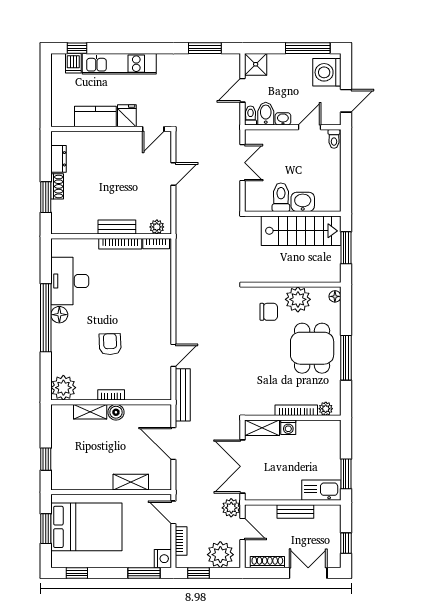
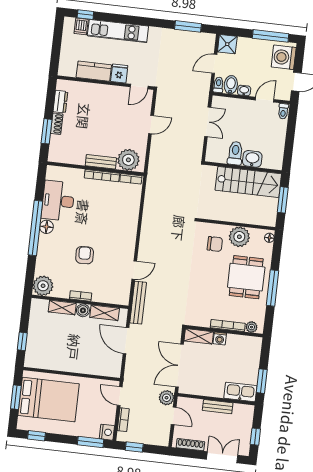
plant: (157, 227) -> (128, 160), width x1.88, depth x1.88
shelving: (131, 482) -> (105, 313), moved
plant: (220, 555) -> (153, 434), removed

